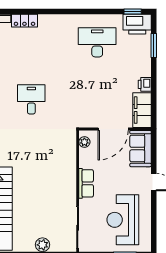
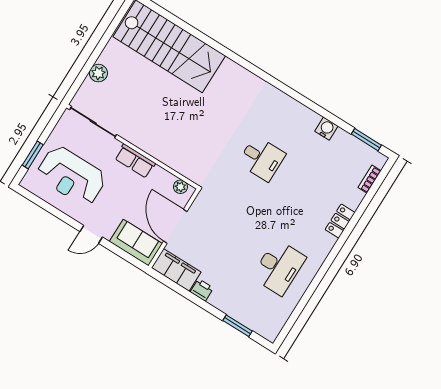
window: (133, 11) -> (288, 326), removed
locker: (24, 21) -> (340, 221), moved
printer: (137, 24) -> (272, 322), removed
reception desk: (123, 220) -> (71, 176), turned 180

